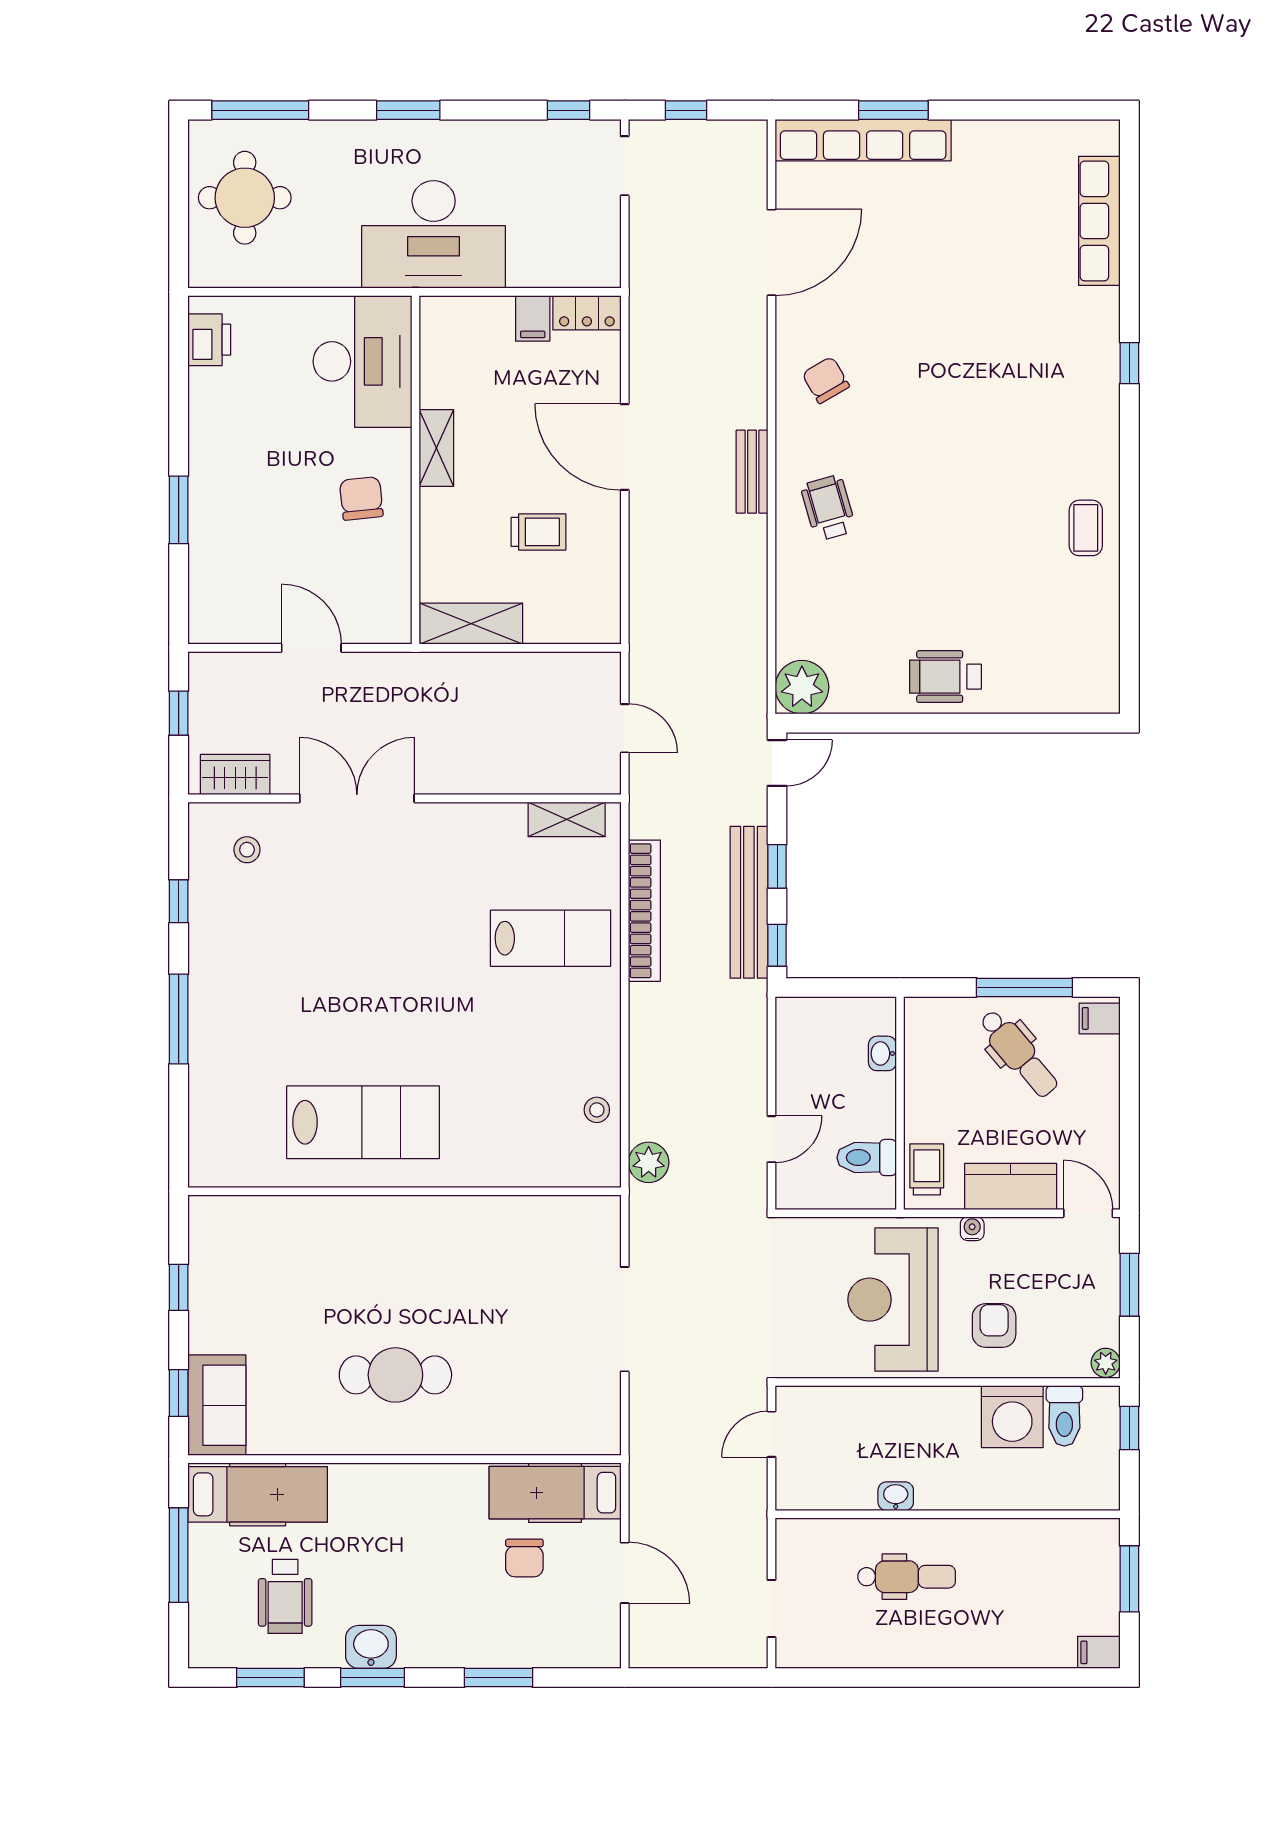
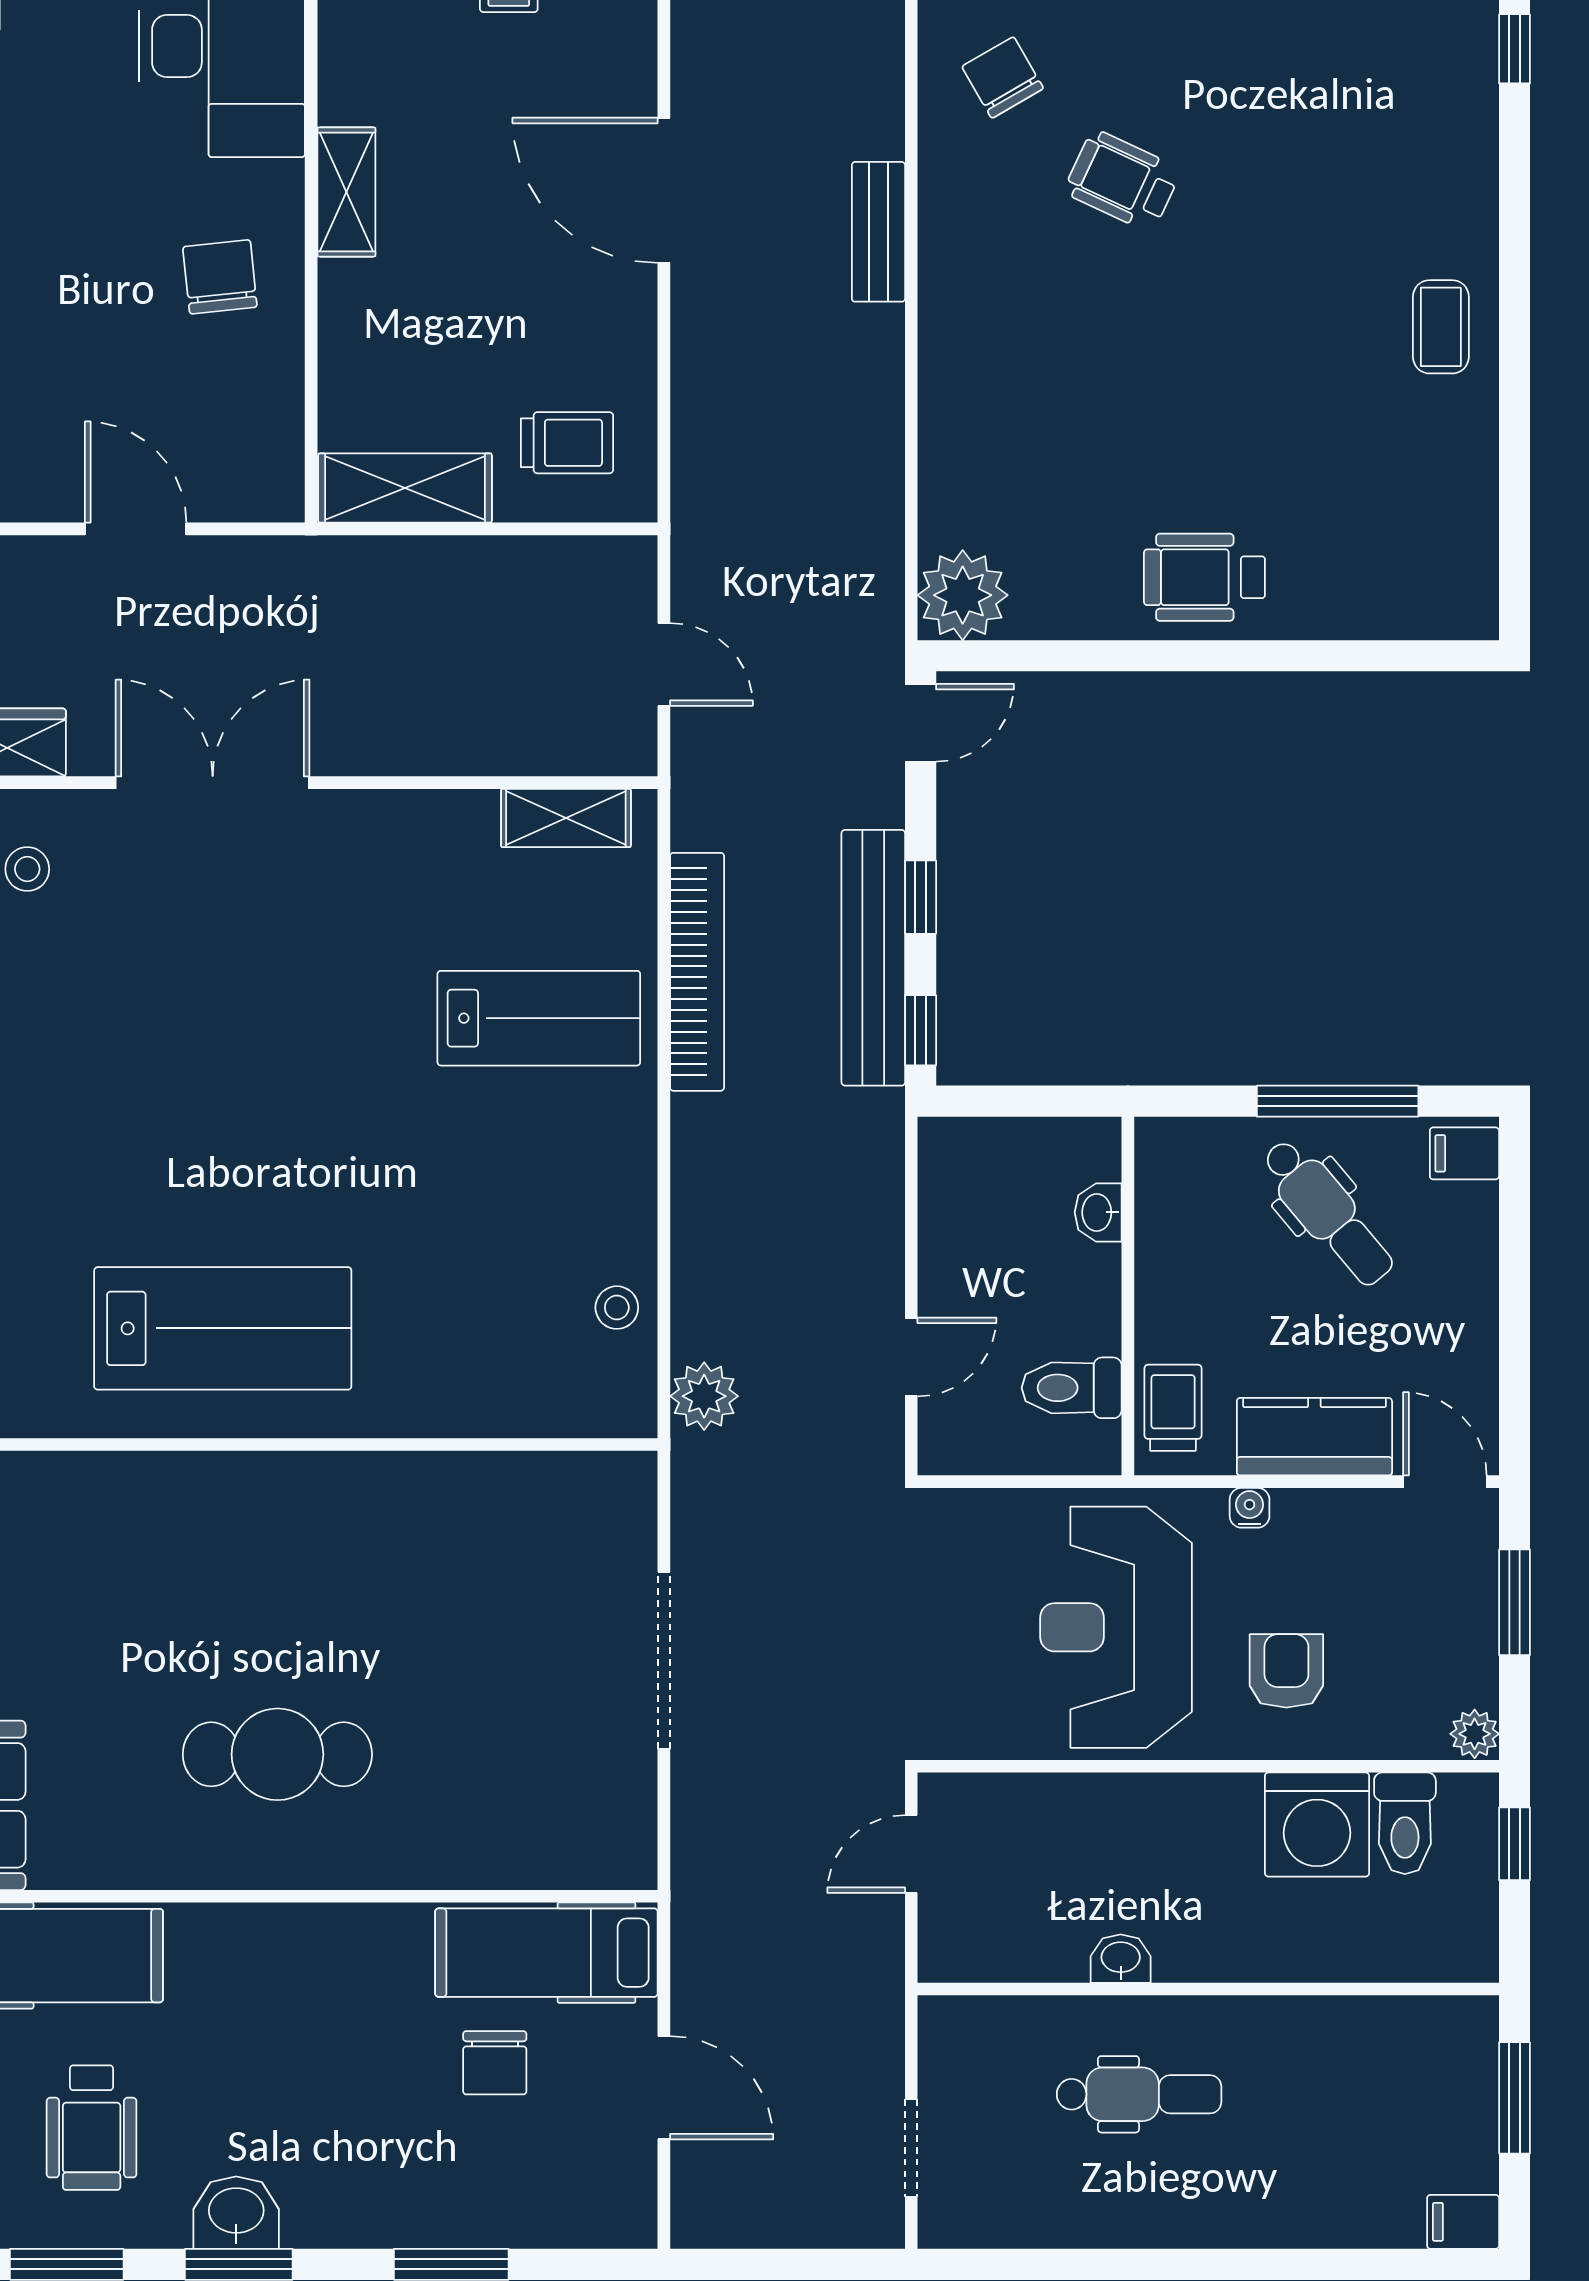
wheelchair: (828, 508) -> (1123, 181), moved, turned -49
trolley: (538, 532) -> (567, 443), moved

